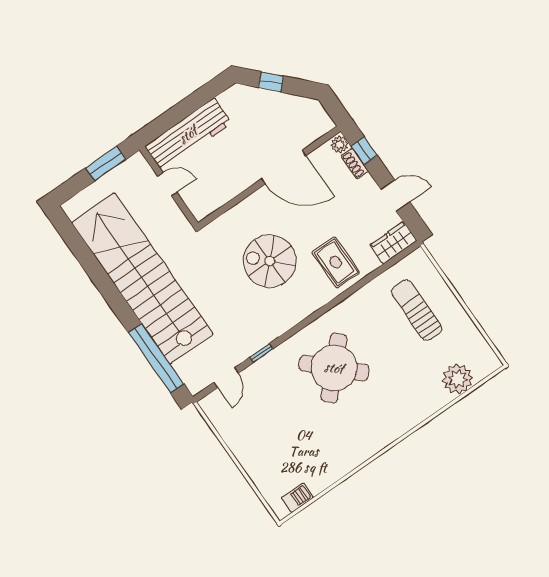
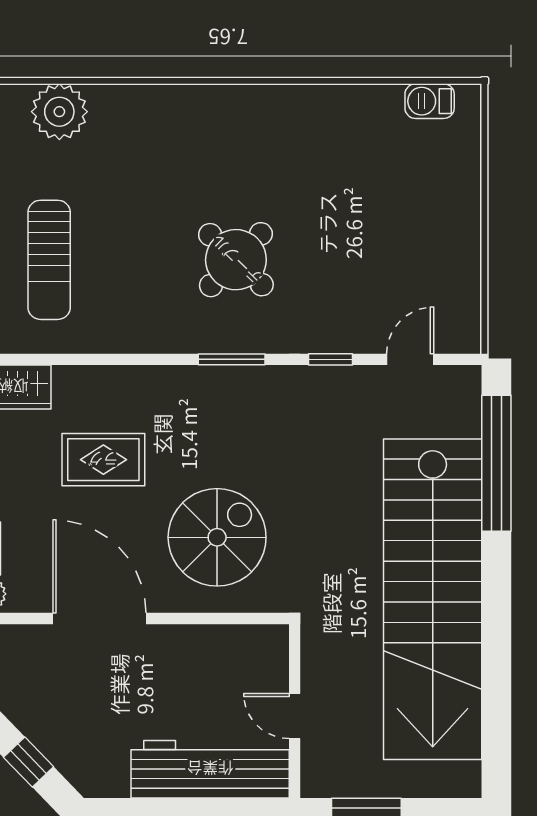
spiral stairs: (270, 261) -> (217, 537), moved, turned -90
rug: (336, 262) -> (103, 460), moved, turned 90
window: (305, 322) -> (232, 359), added
round table: (334, 368) -> (236, 260), width x0.73, depth x0.73

